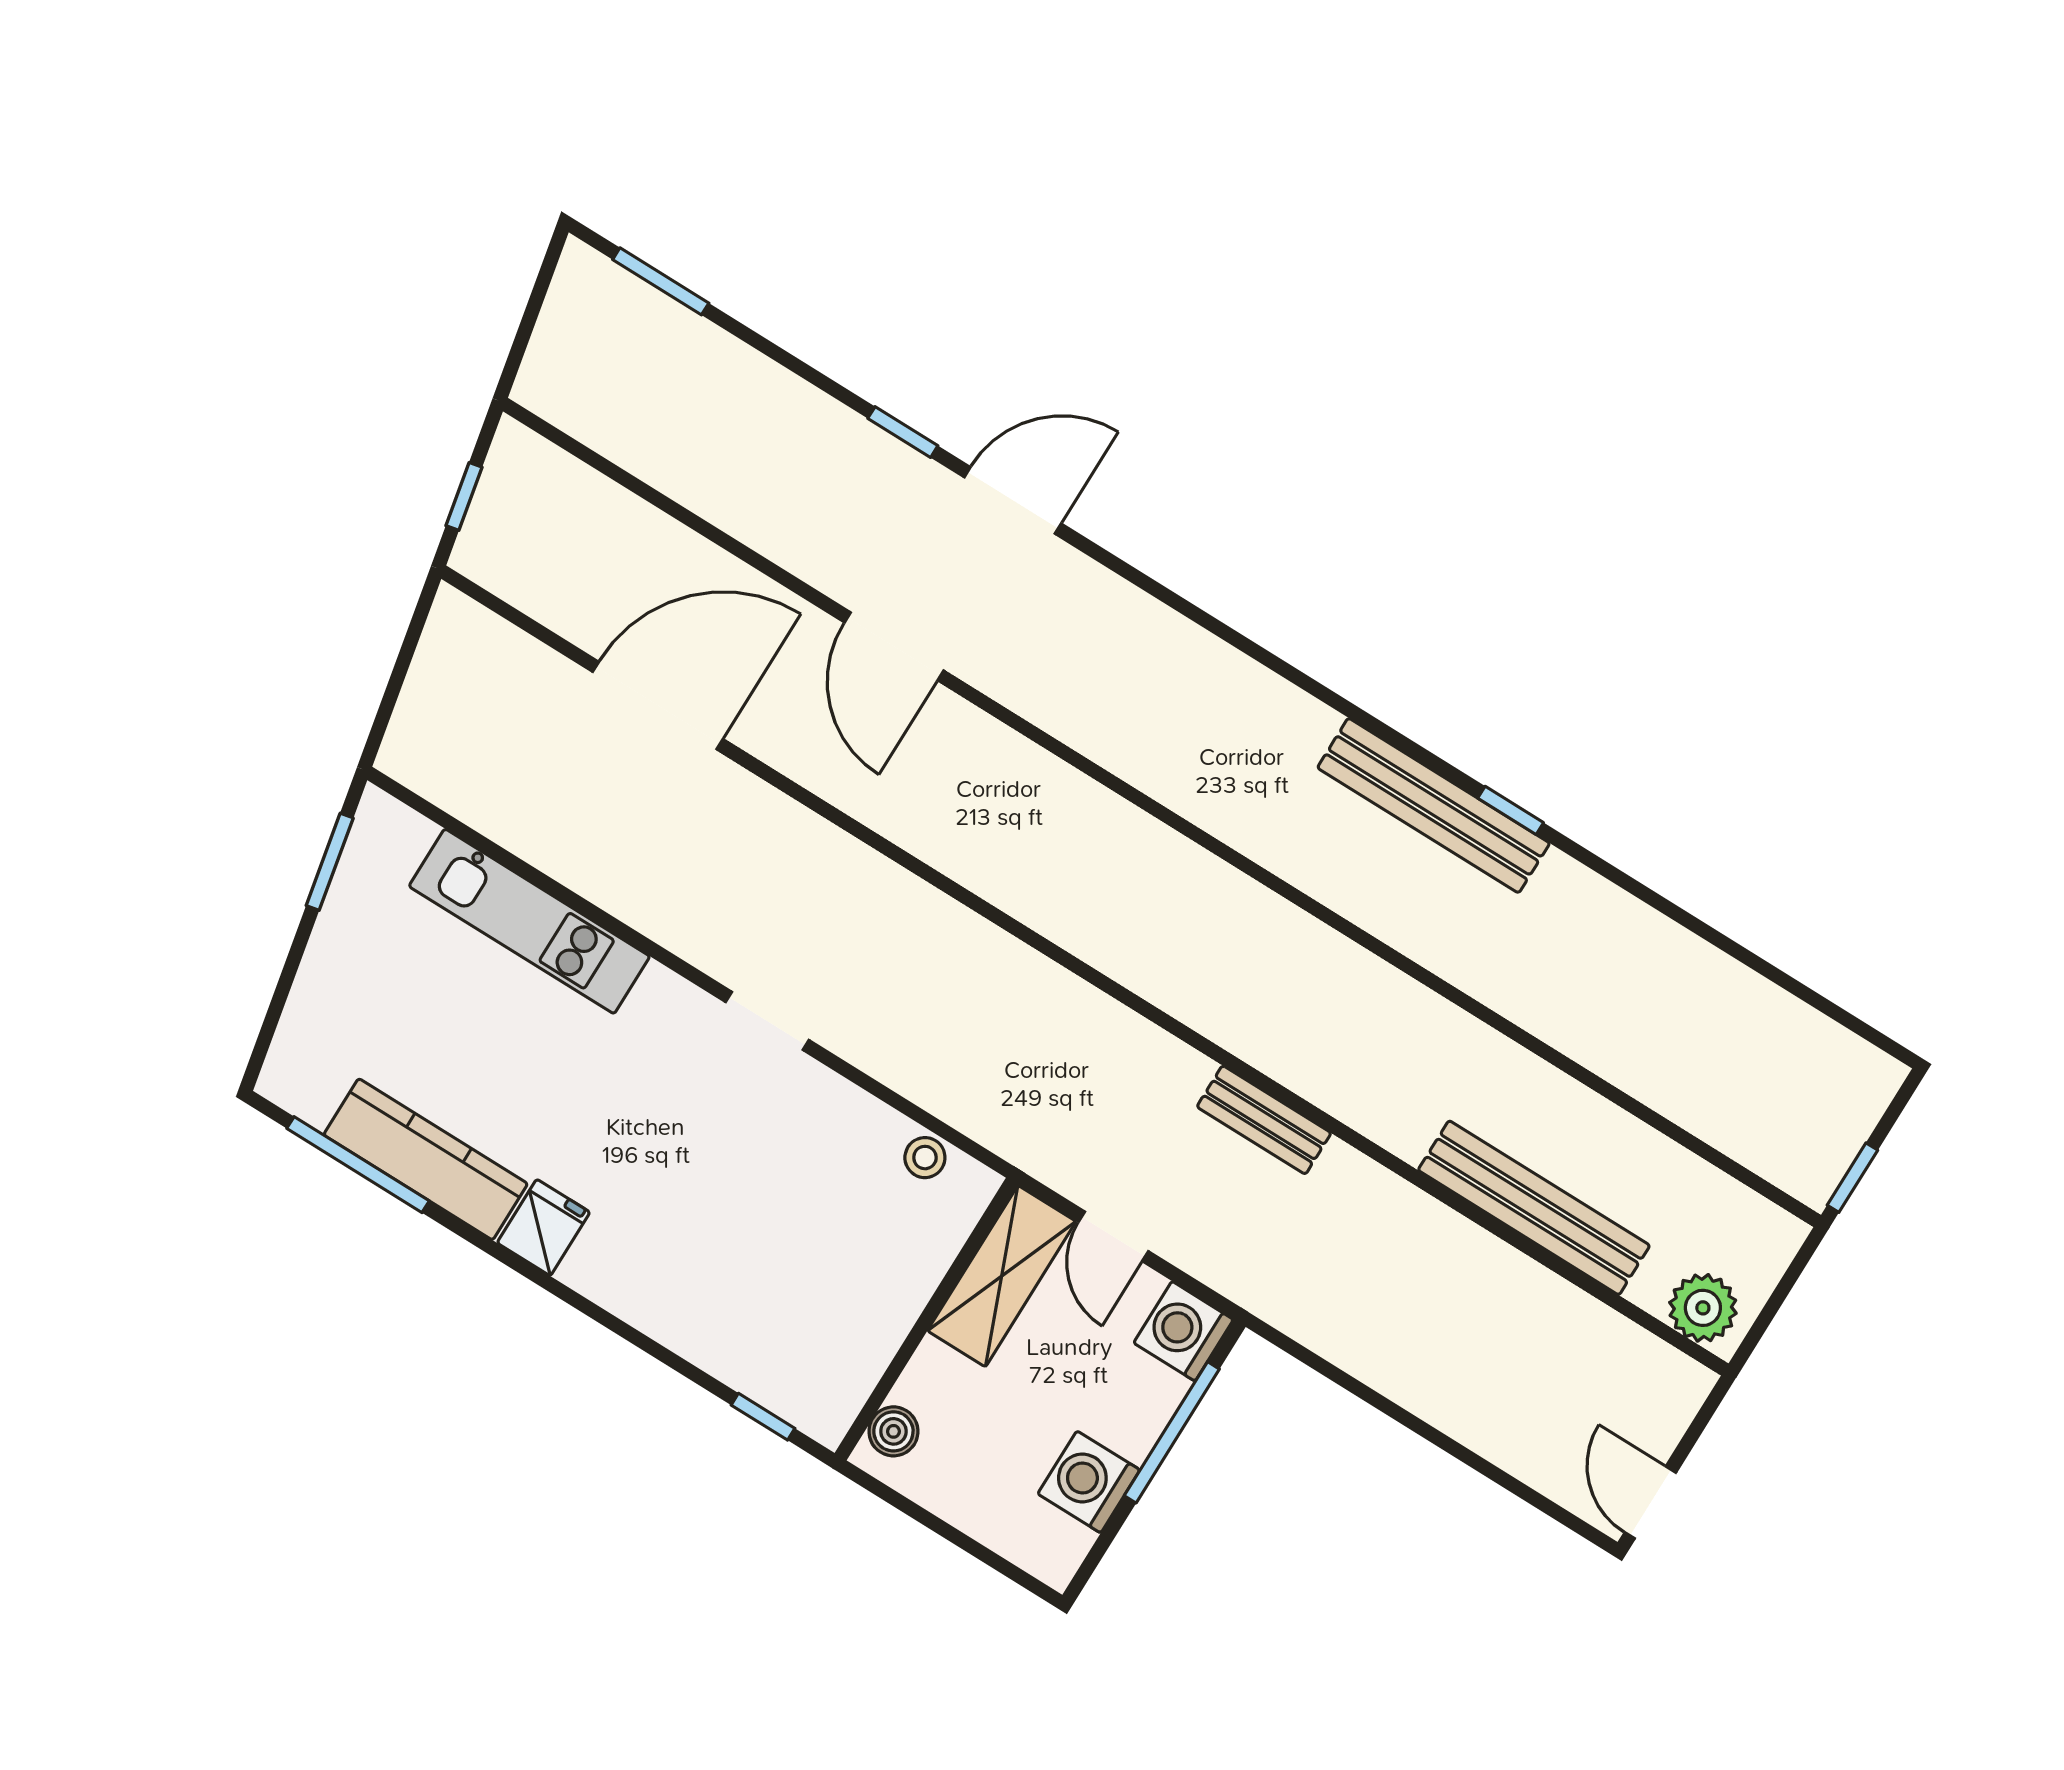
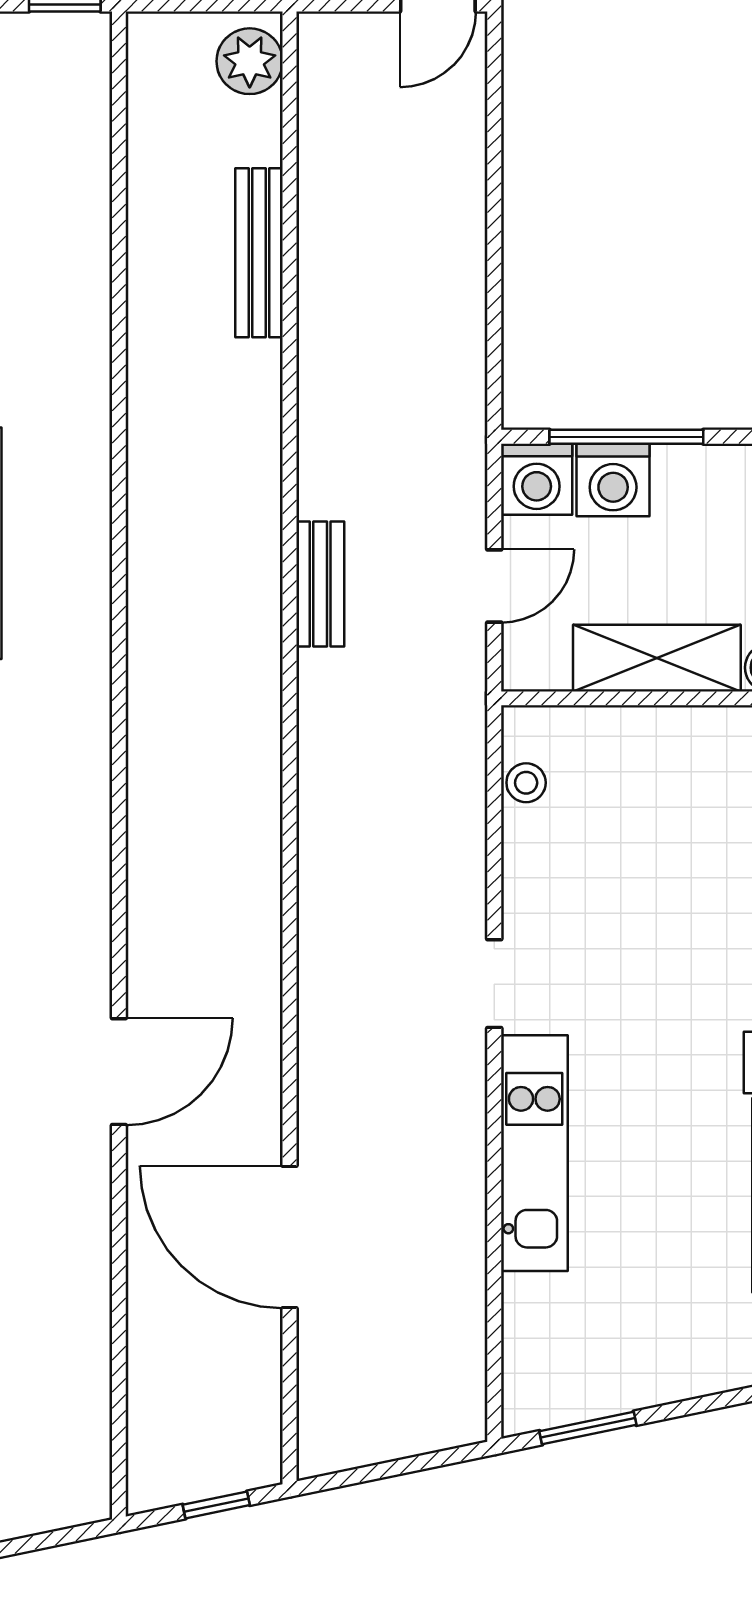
kitchen unit: (529, 921) -> (534, 1153), moved
bench: (1264, 1120) -> (320, 584), moved
bench: (1534, 1208) -> (259, 253), width x0.73, depth x0.82
shelving: (1002, 1276) -> (657, 658), moved
washing machine: (1089, 1482) -> (613, 480), moved

